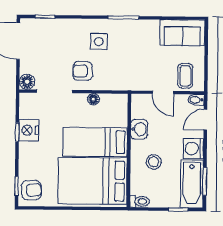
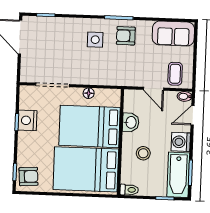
armchair: (83, 71) -> (126, 36), moved
floor lamp: (27, 82) -> (27, 75), removed
bed: (95, 142) -> (90, 126), width x1.50

